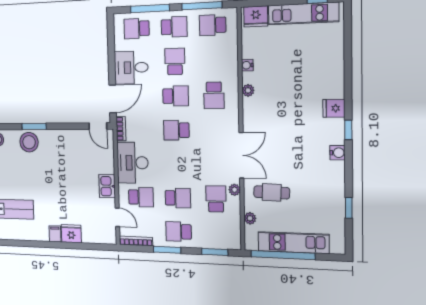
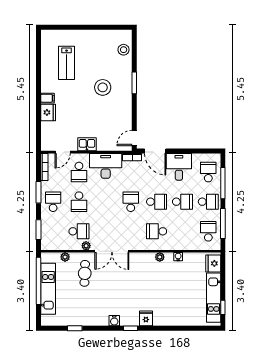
school desk: (174, 27) -> (208, 202), turned -90
school desk: (176, 96) -> (157, 202), turned -90
stool: (29, 142) -> (103, 87), moved

